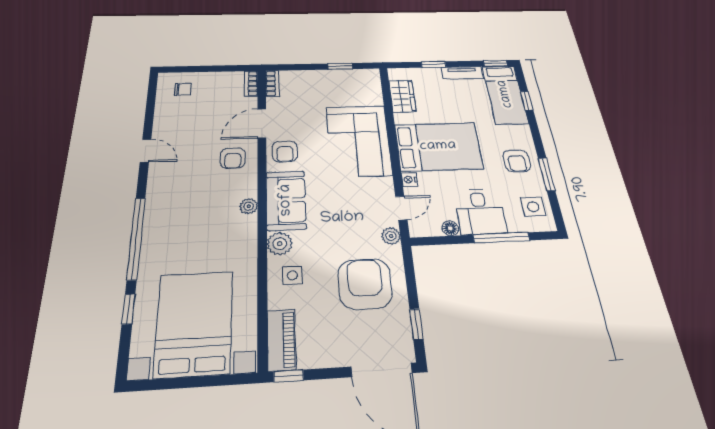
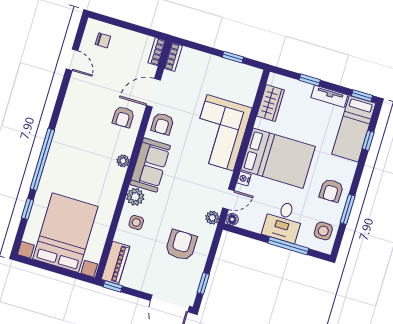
door: (146, 151) -> (72, 60), moved
floor lamp: (450, 228) -> (232, 219), moved
armchair: (365, 284) -> (181, 245), width x0.73, depth x0.73

